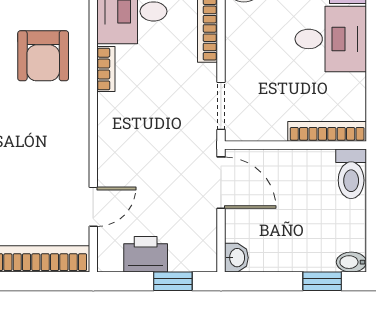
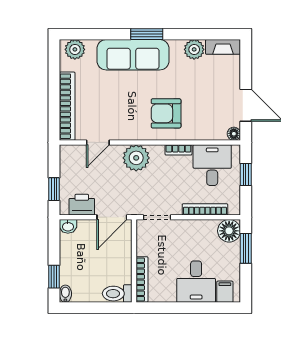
armchair: (43, 56) -> (166, 113), moved
plant: (120, 141) -> (136, 158), added
door: (93, 207) -> (98, 142), hinge flipped
printer: (146, 254) -> (82, 205), moved, turned -90

